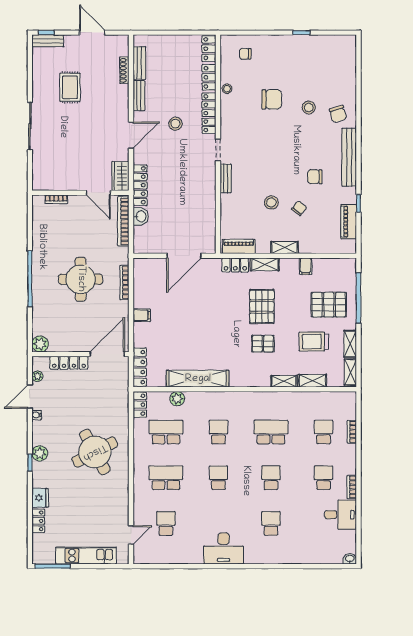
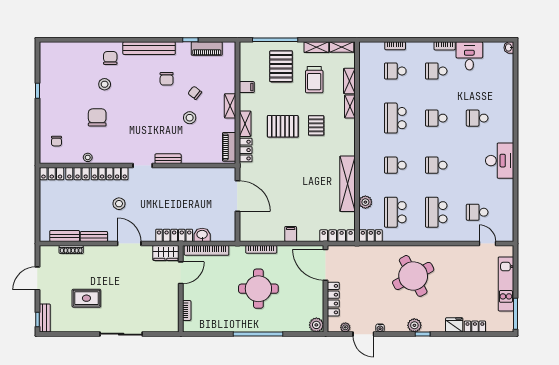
chair: (338, 114) -> (110, 58), turned -73

